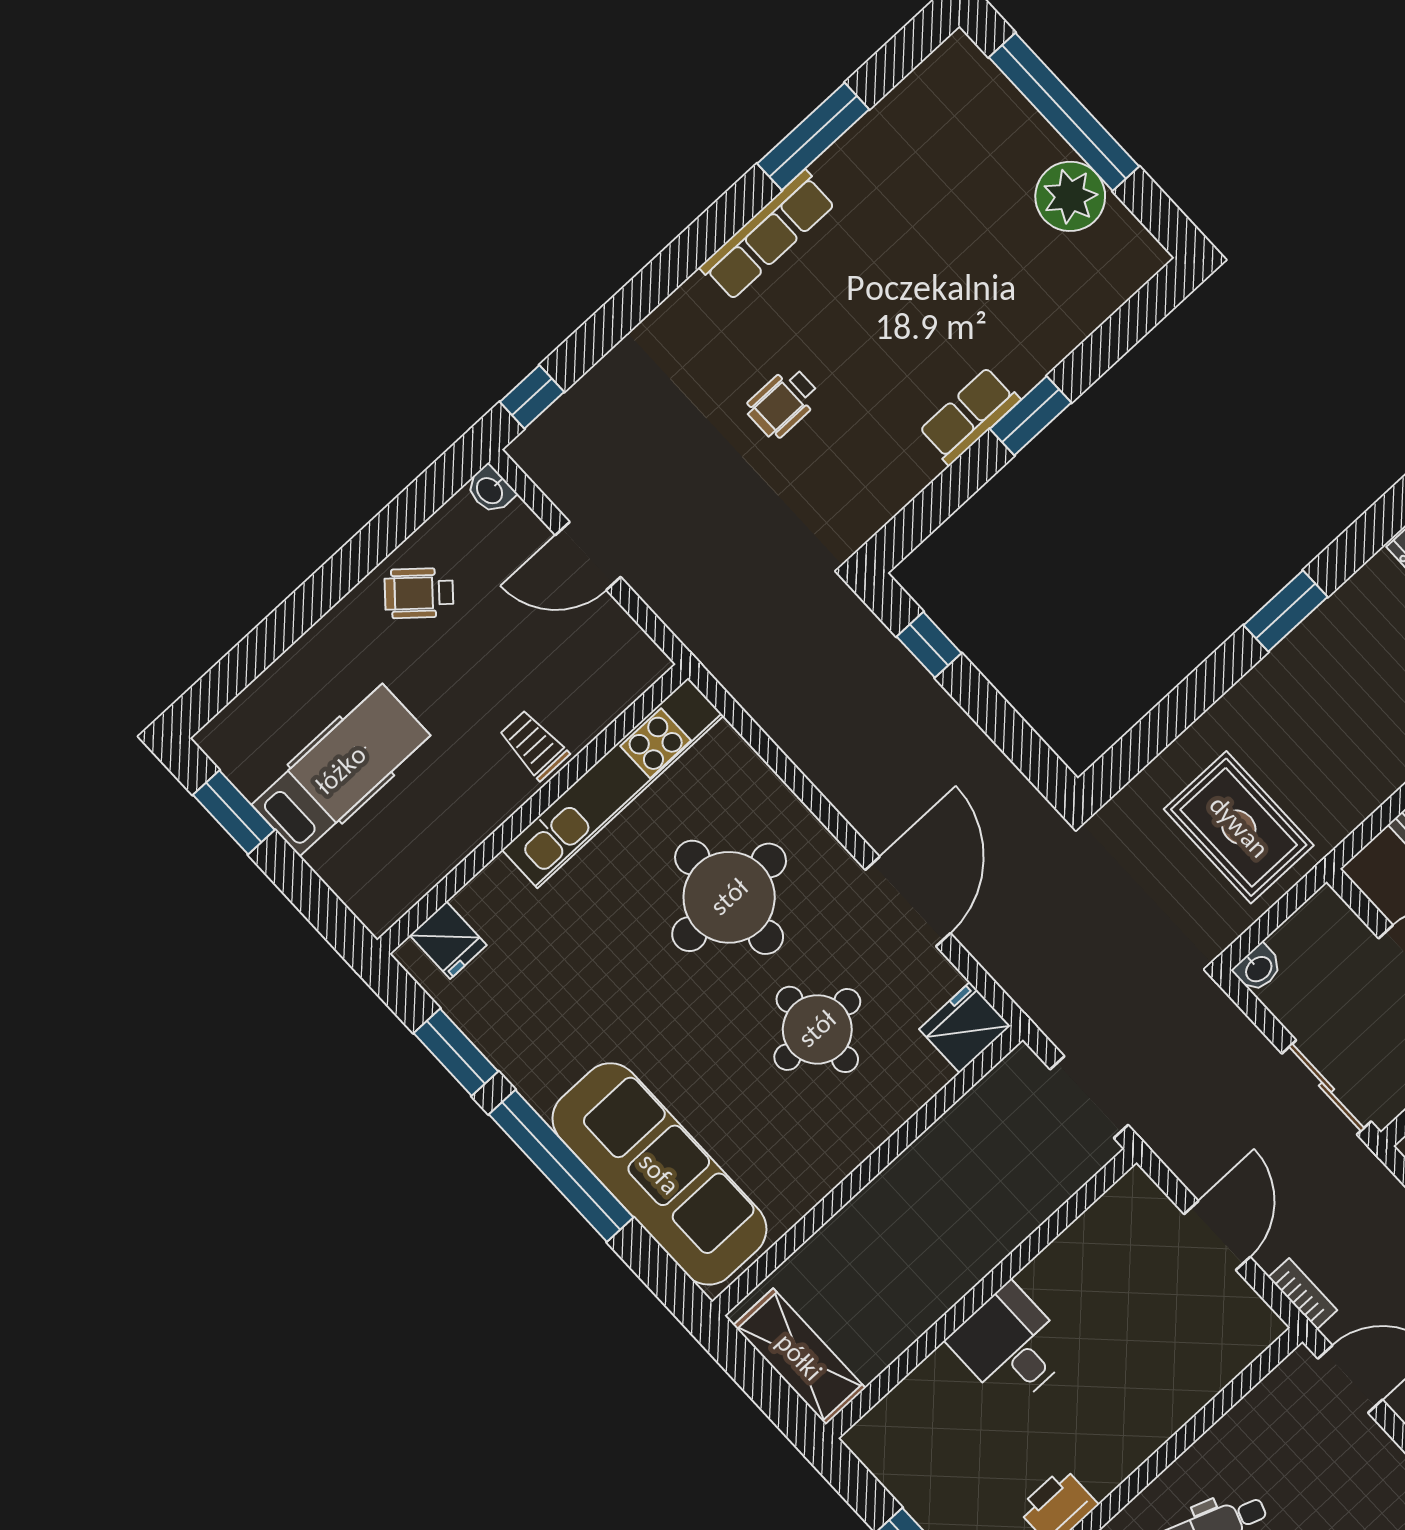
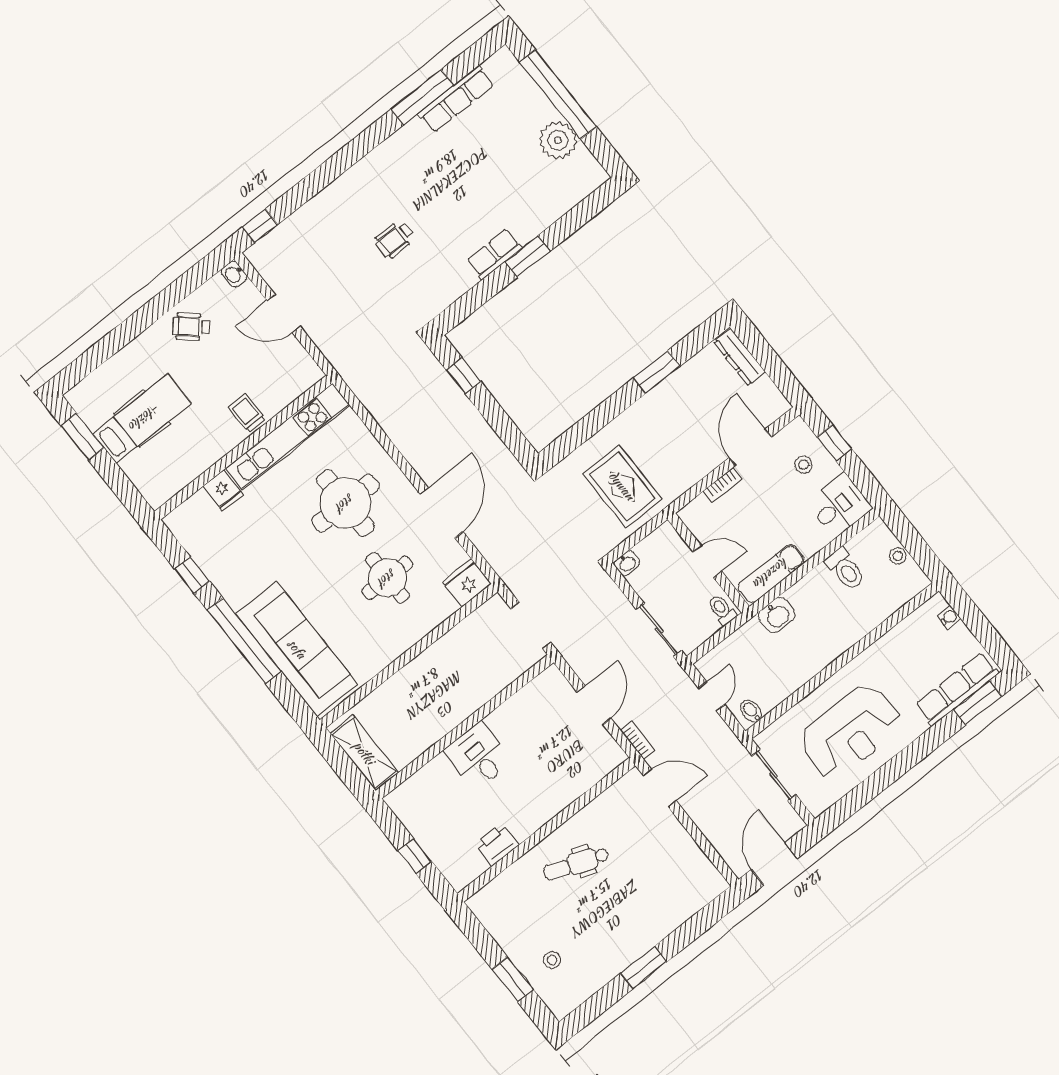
row of seats: (768, 235) -> (456, 99), moved
fridge: (448, 940) -> (223, 490), moved
window: (456, 1052) -> (192, 575), width x0.67

